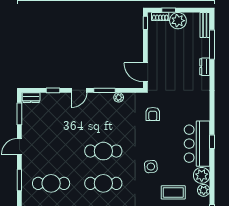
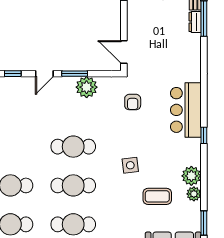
dresser: (205, 67) -> (195, 22), moved
plant: (119, 97) -> (87, 87), width x1.87, depth x1.87
bar counter: (197, 144) -> (186, 110), moved

